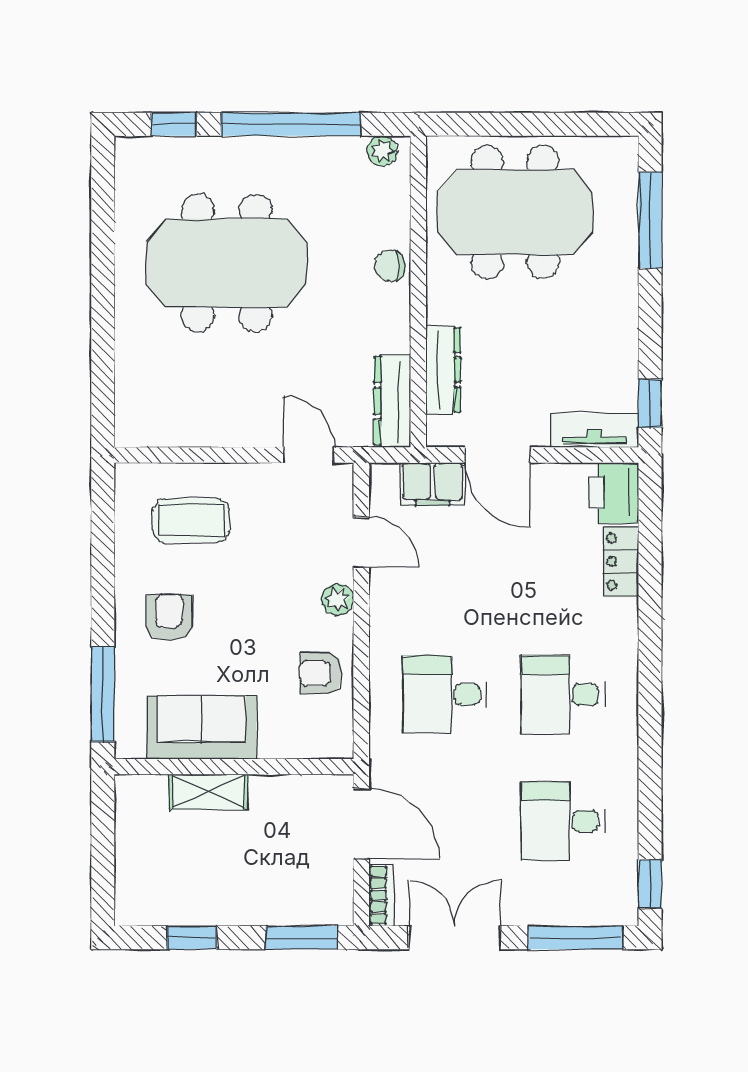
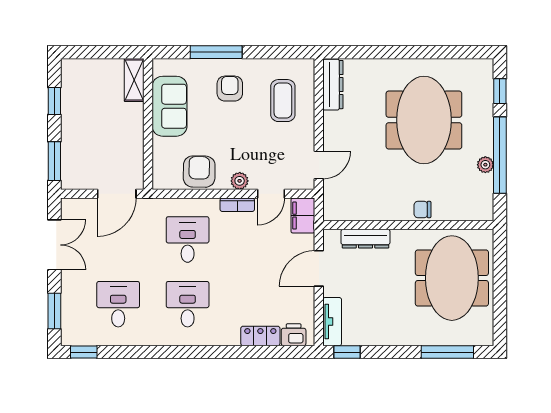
plant: (382, 151) -> (485, 165), moved
chair: (390, 266) -> (422, 210), turned -90
dresser: (392, 401) -> (333, 85), moved, turned 90
filing cabinet: (433, 484) -> (303, 216), moved
printer: (614, 493) -> (294, 335), width x0.73, depth x0.81
armchair: (169, 617) -> (230, 89), turned -90
armchair: (321, 673) -> (199, 172), width x1.38, depth x1.38
window: (103, 694) -> (216, 52), moved
shelving: (208, 792) -> (134, 80), moved
bookcase: (381, 895) -> (237, 205), moved
window: (575, 938) -> (54, 311), width x0.69

